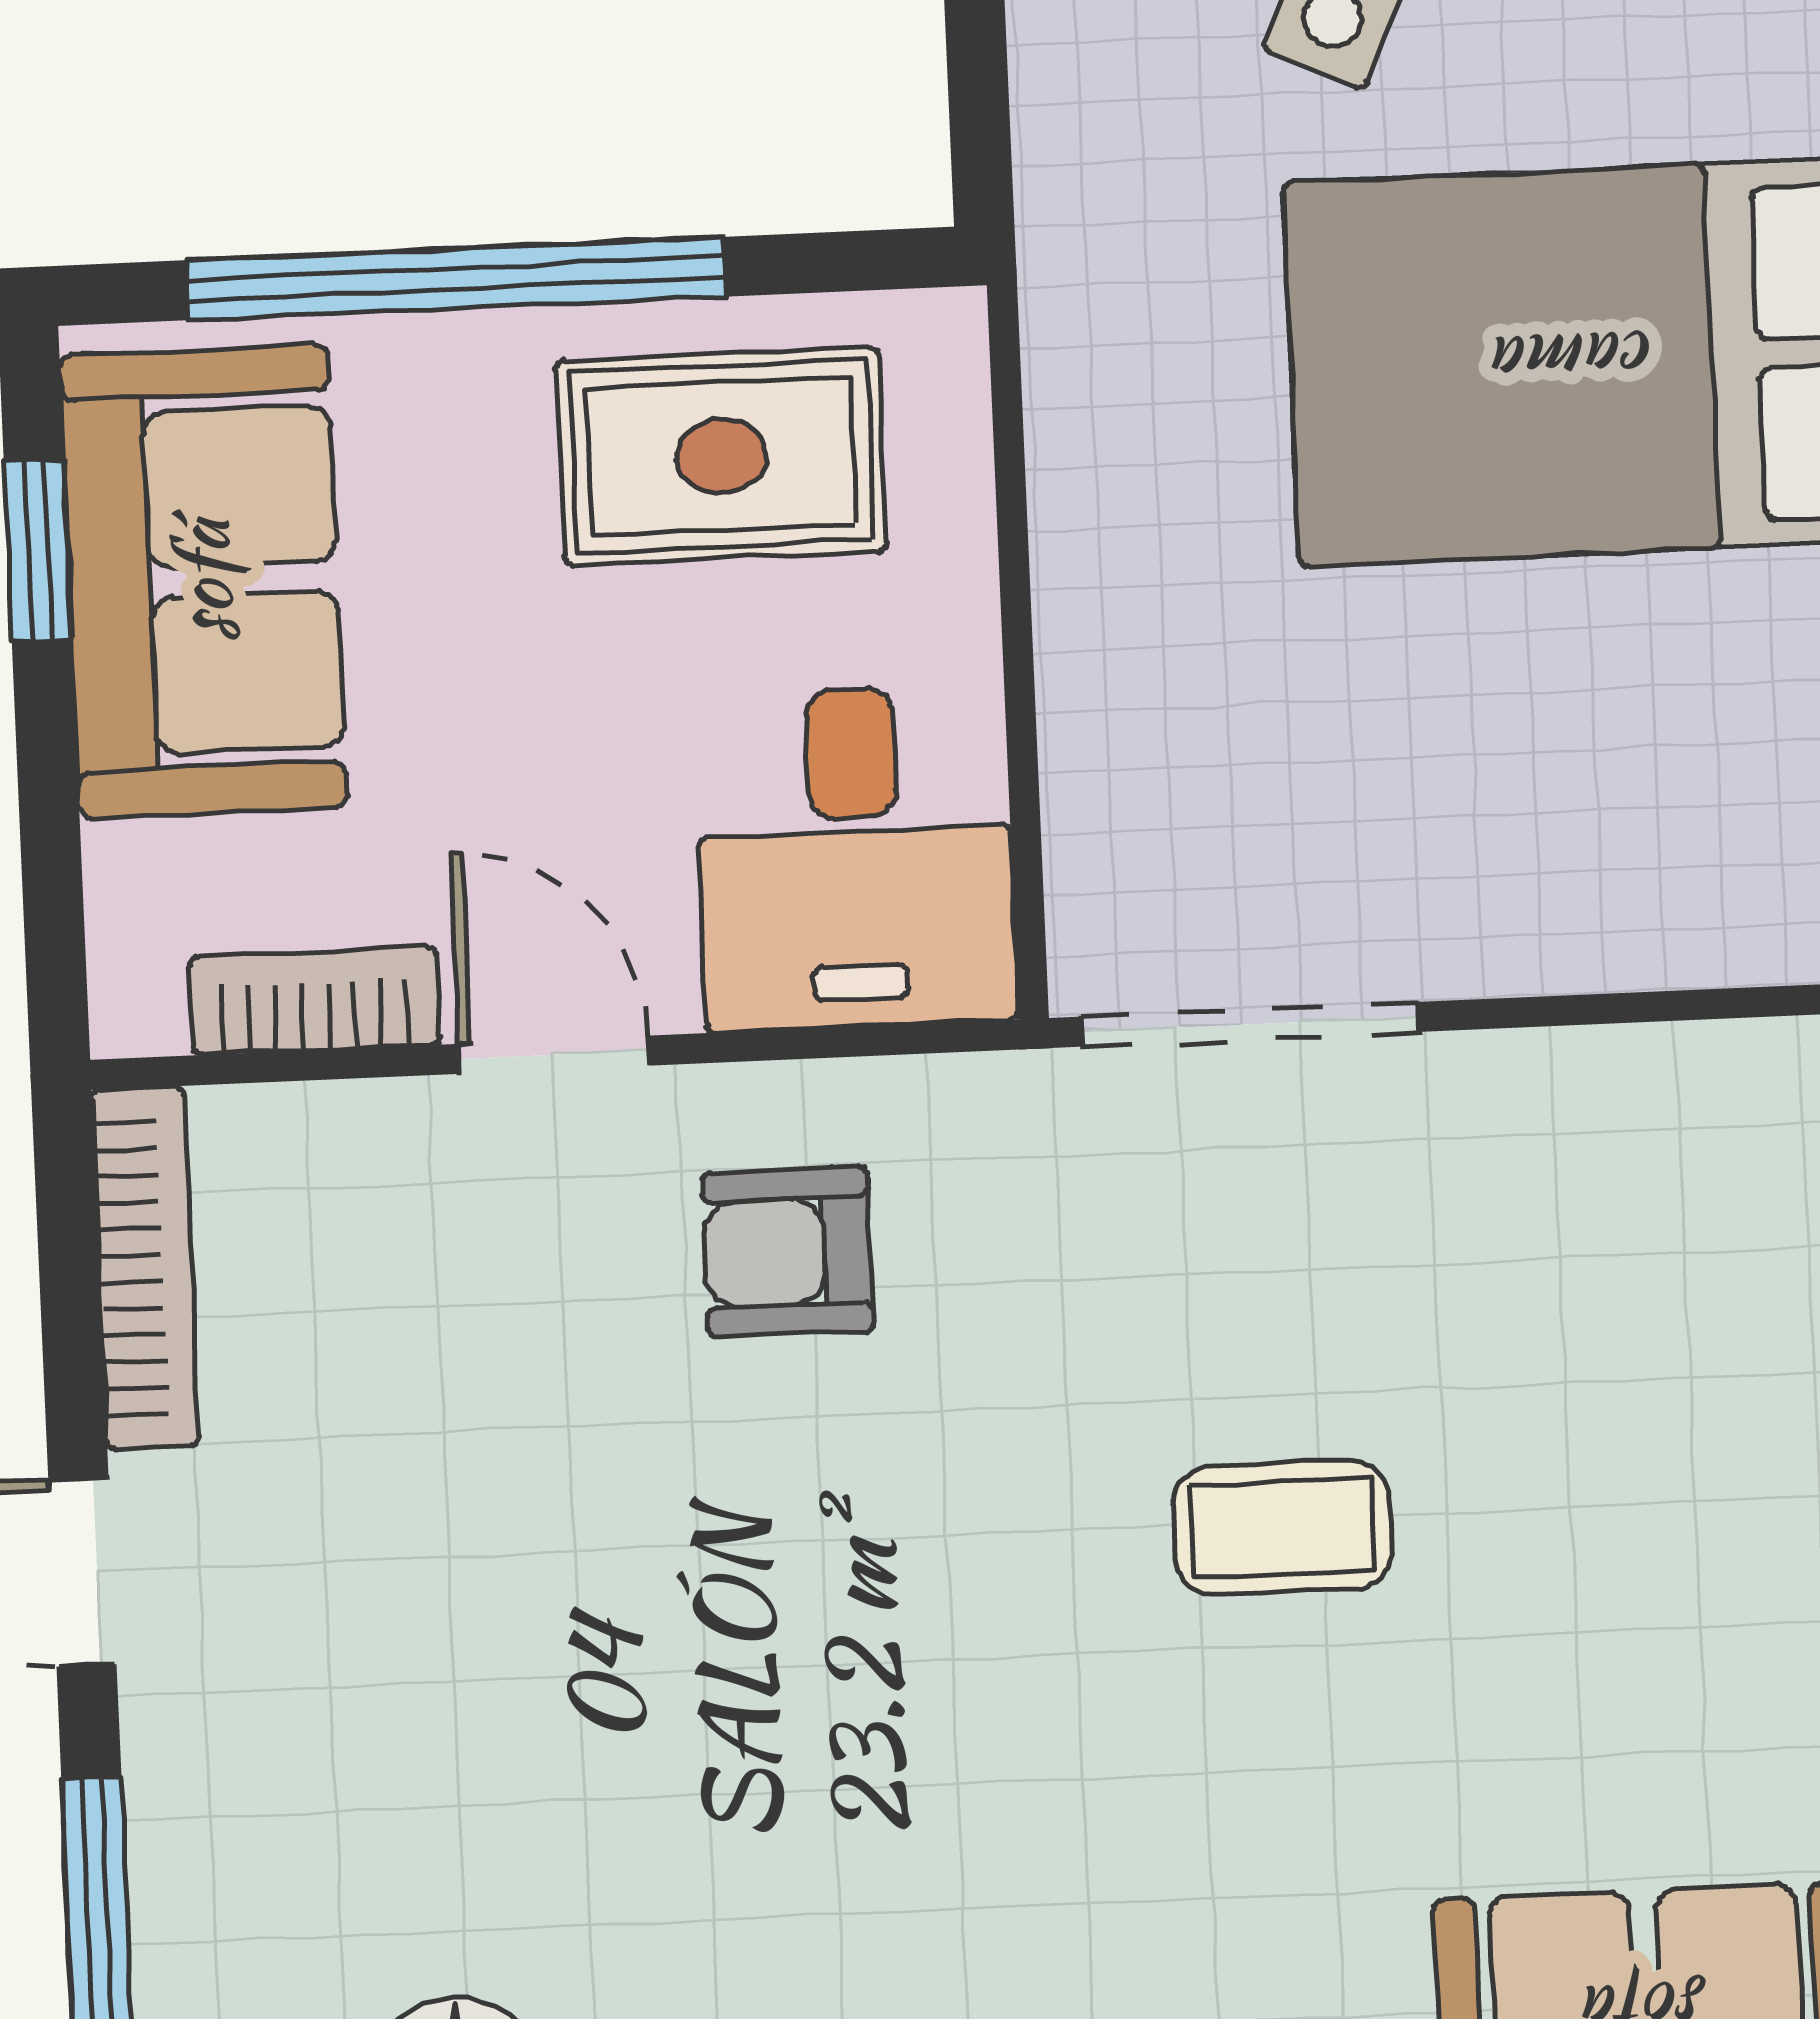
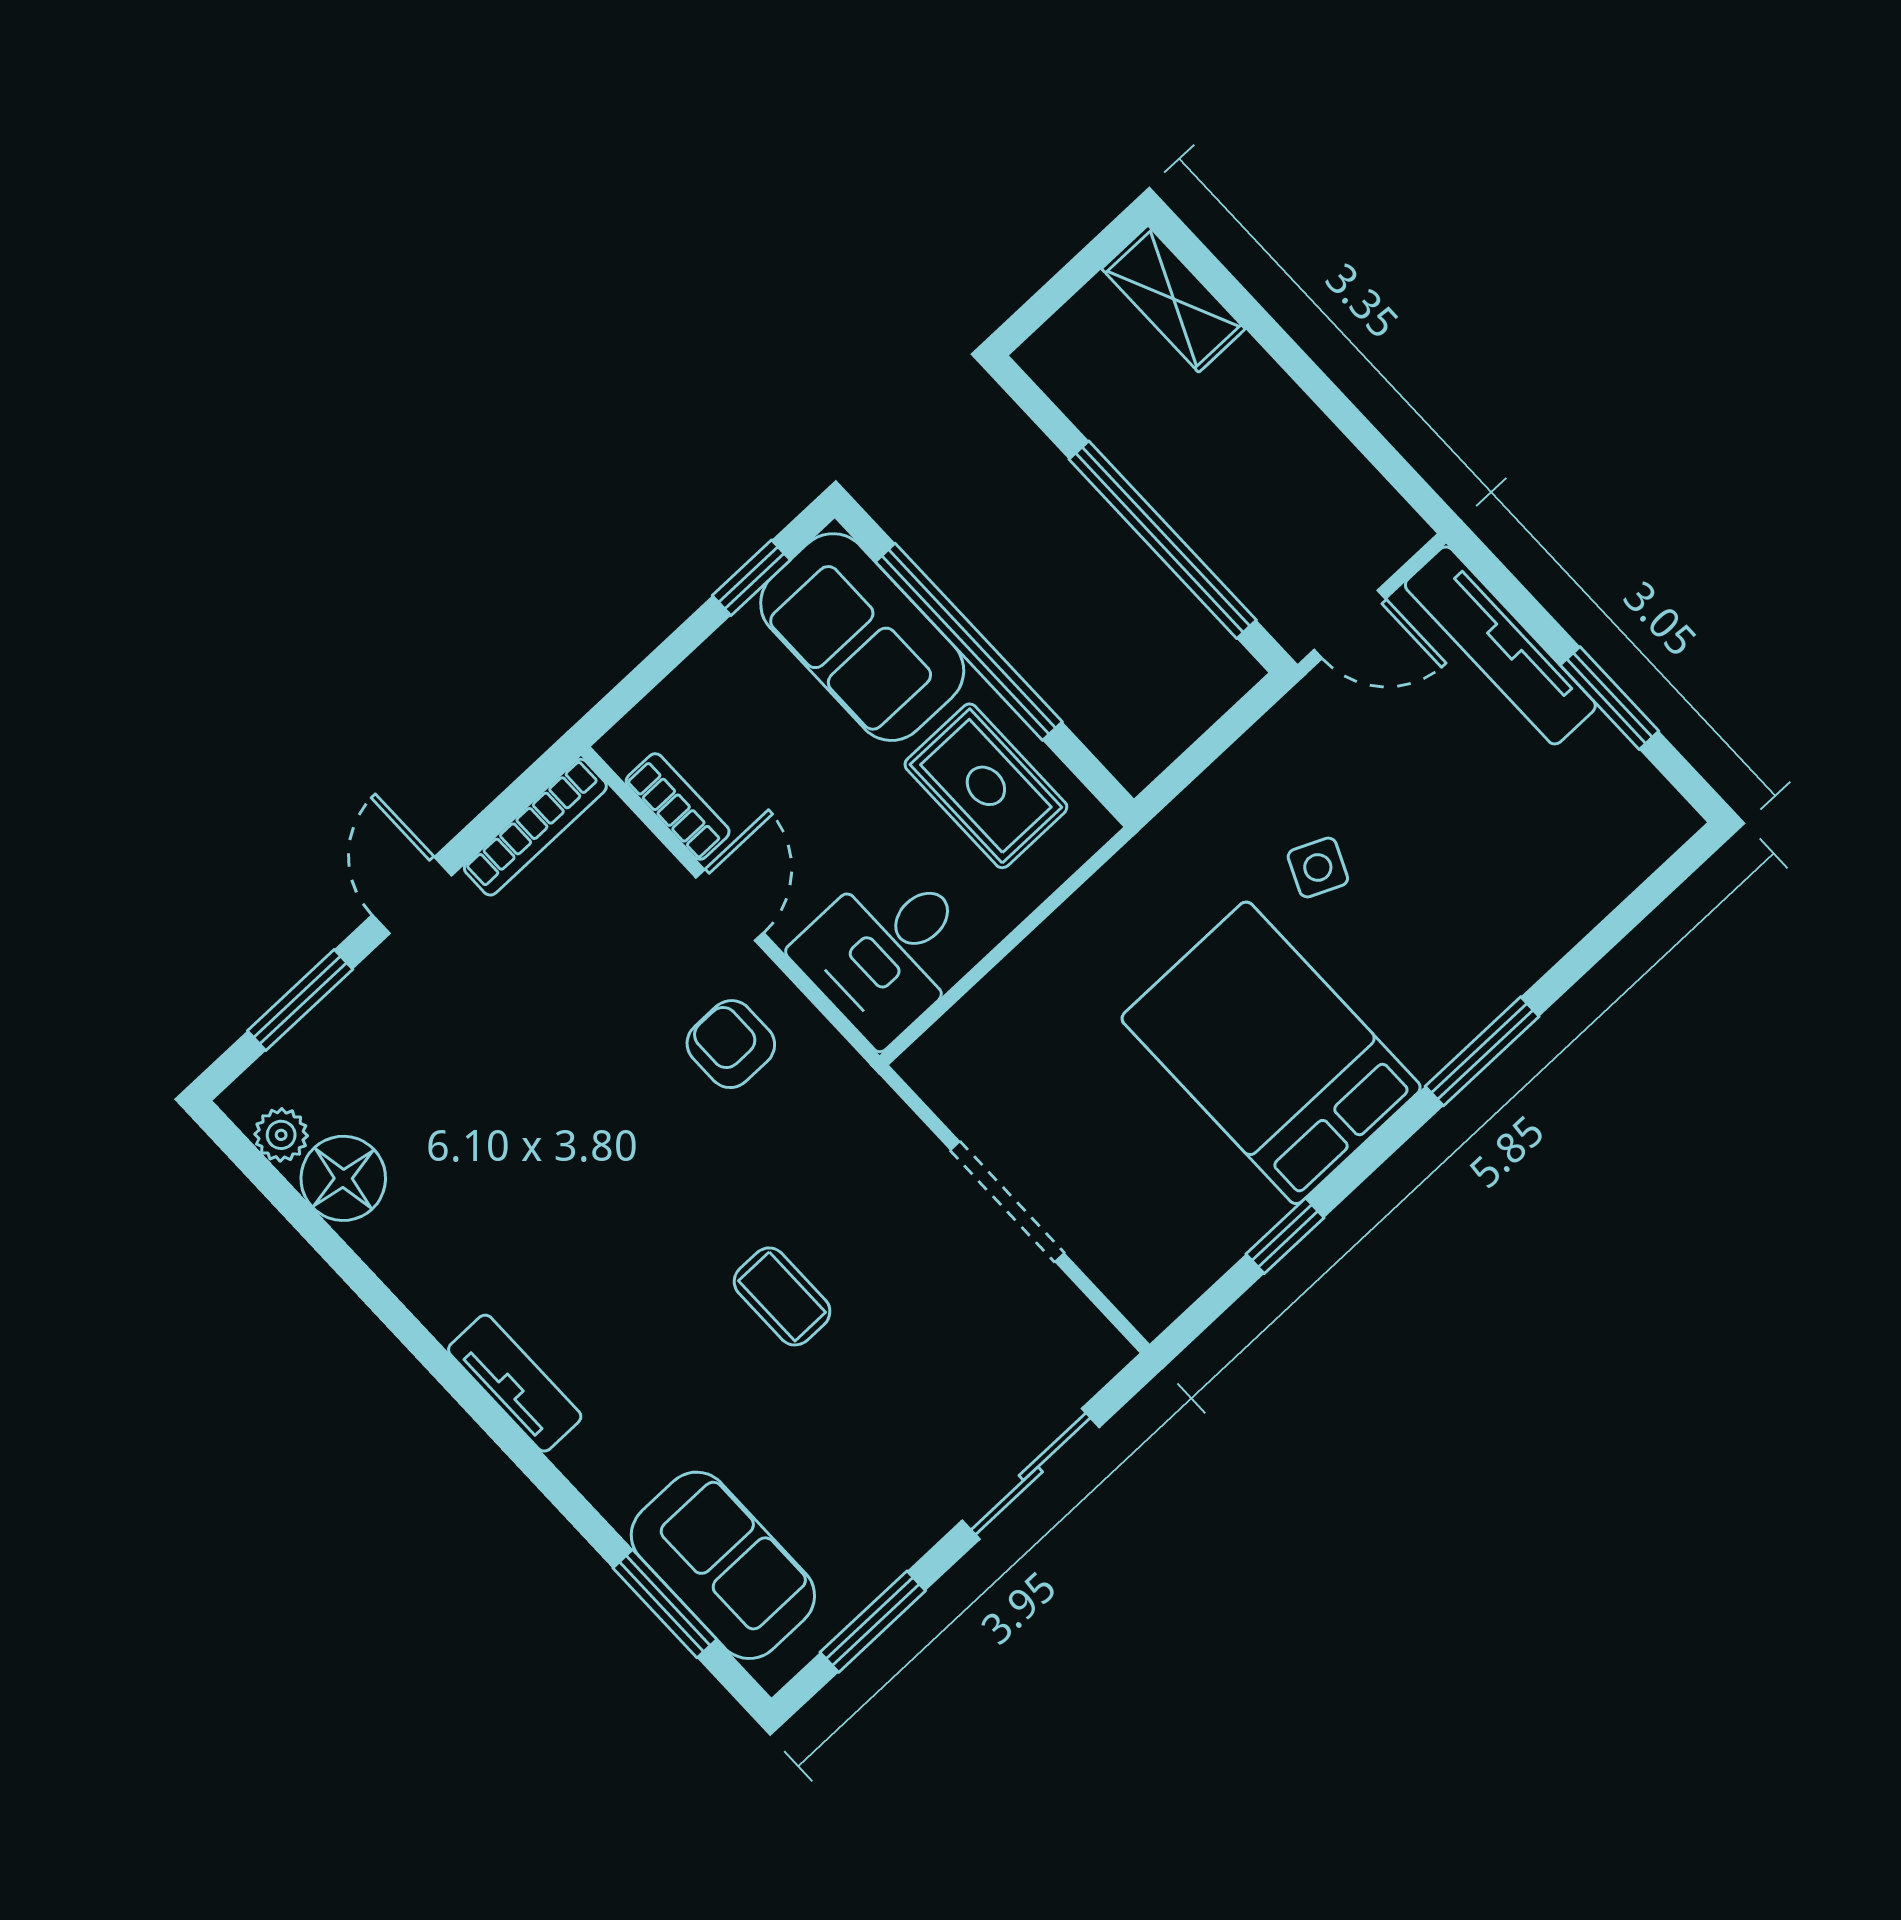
sofa: (203, 581) -> (862, 637), moved, turned 90
doorway: (1250, 1024) -> (1007, 1202), moved

